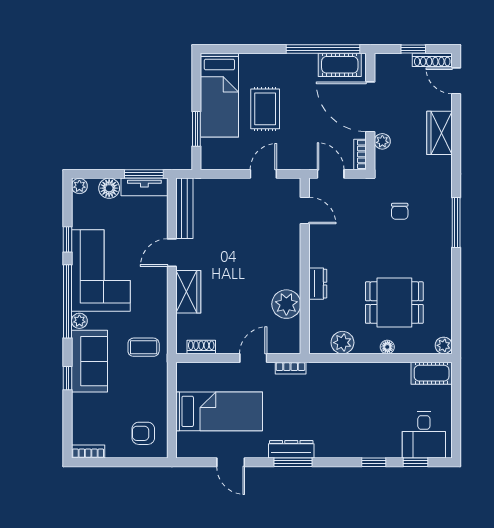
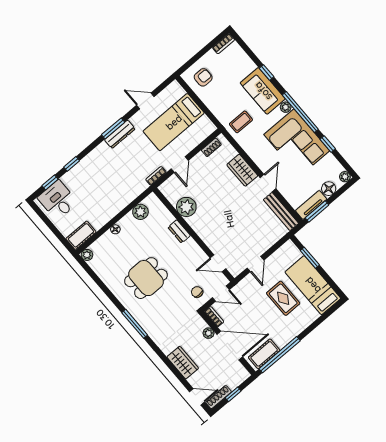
chair: (400, 211) -> (197, 292), moved
dining table: (394, 303) -> (146, 278), moved

